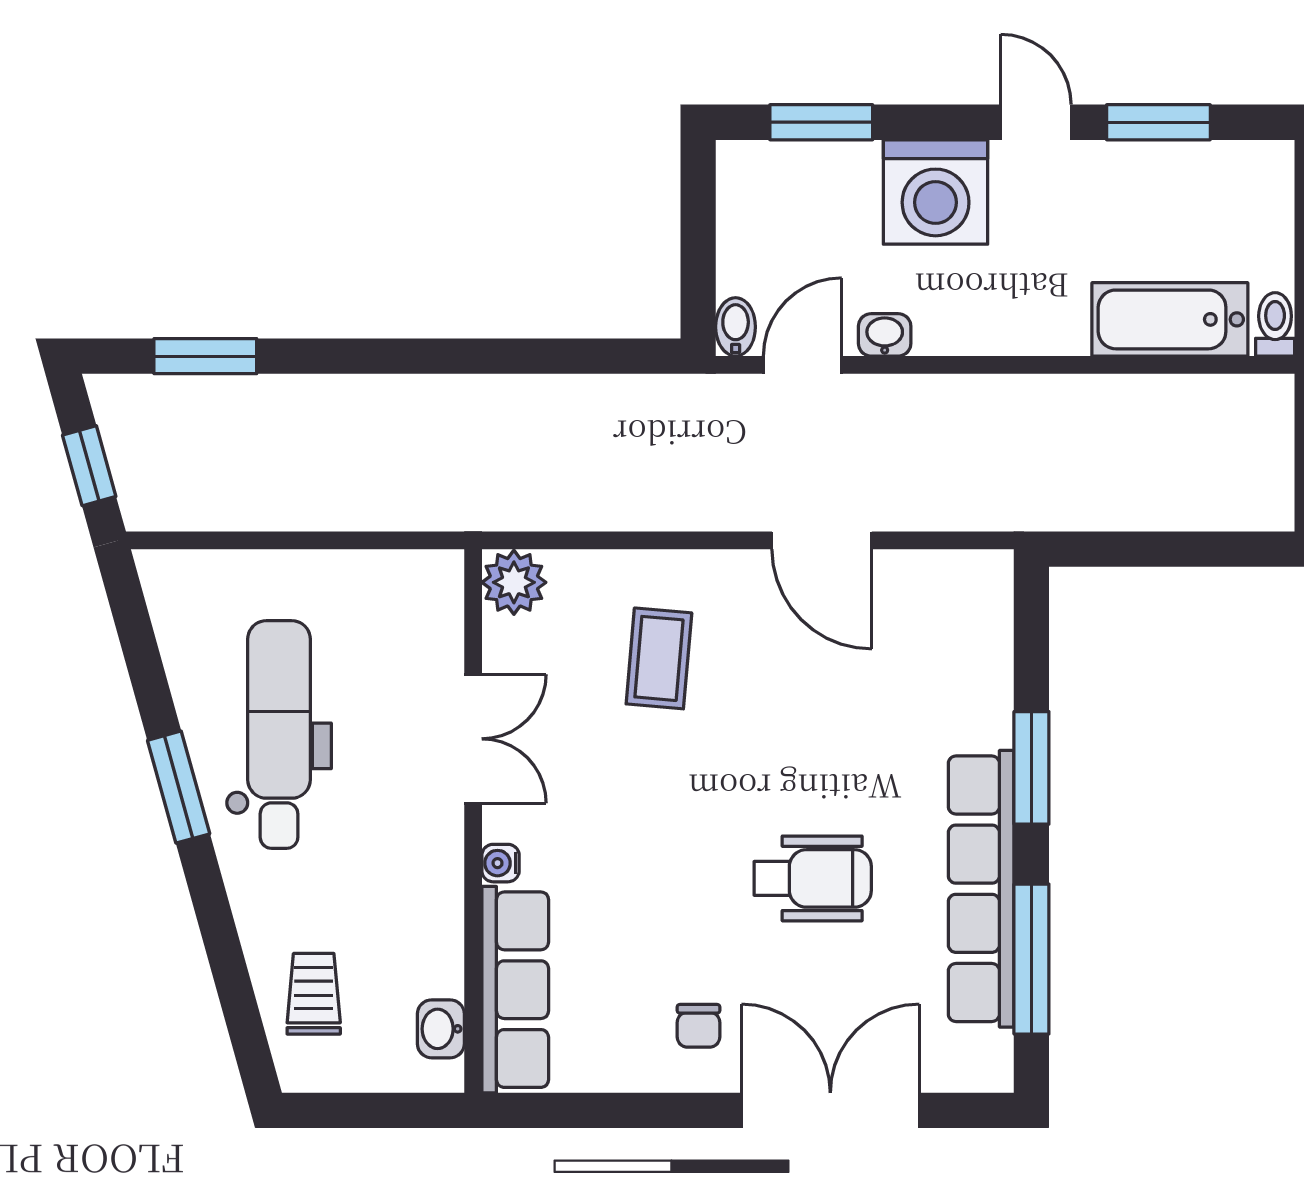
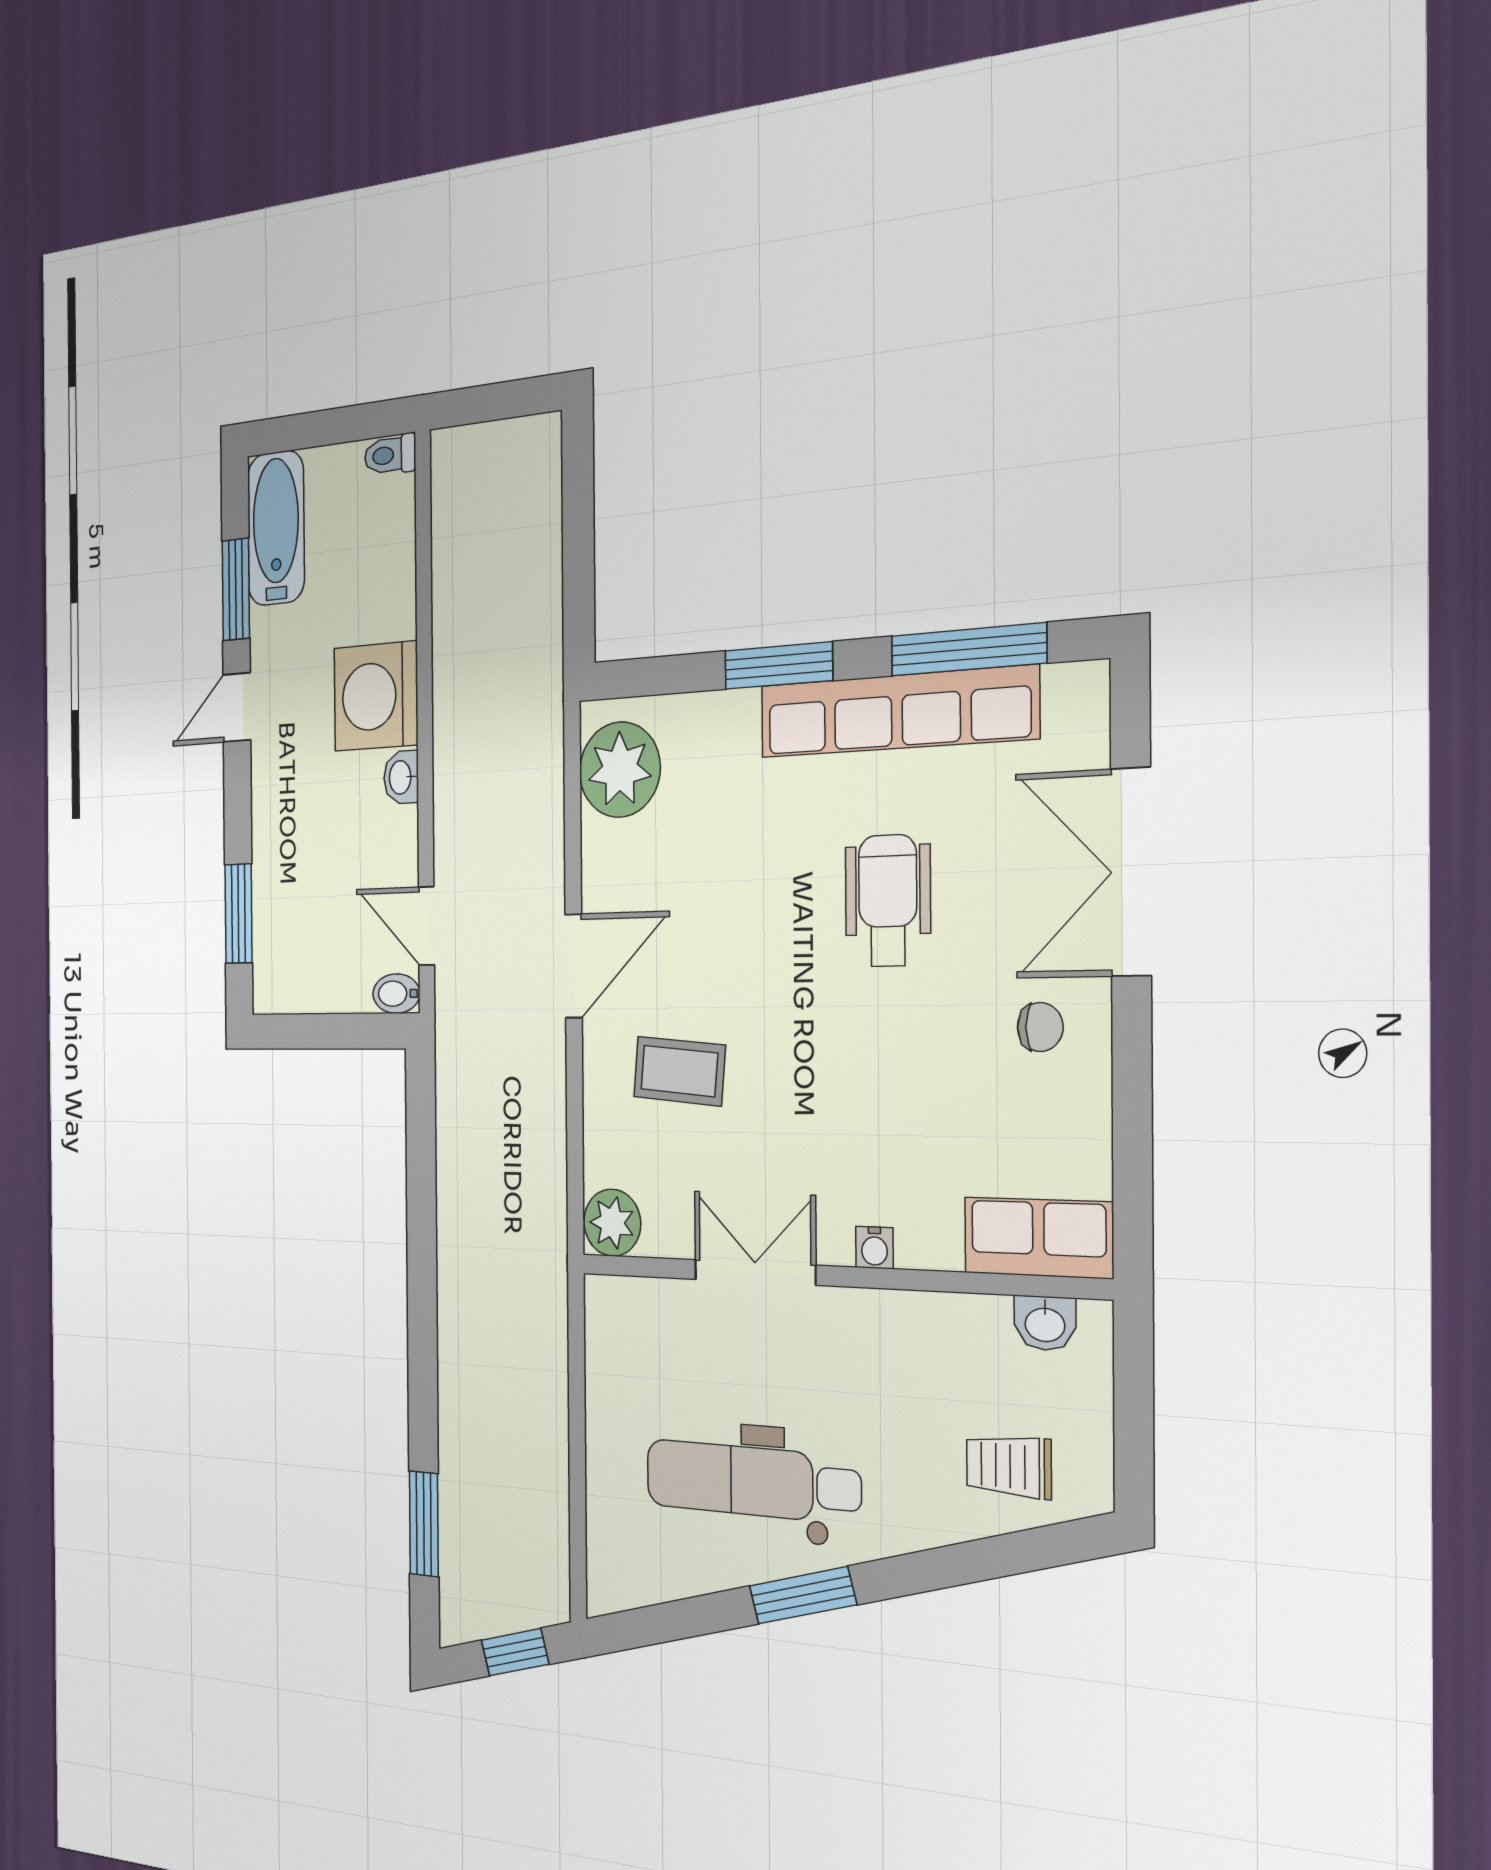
washing machine: (936, 192) -> (376, 696), moved, turned 180
bathtub: (1170, 319) -> (276, 528), moved, turned 180
washbasin: (885, 335) -> (401, 777), moved
door: (822, 540) -> (574, 966), moved
plant: (946, 594) -> (620, 770), added
row of seats: (515, 990) -> (1038, 1238), width x0.68

